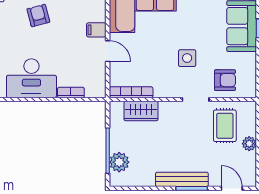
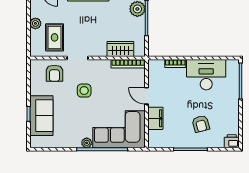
filing cabinet: (96, 30) -> (155, 118), width x2.00
armchair: (225, 80) -> (54, 73), turned -90

